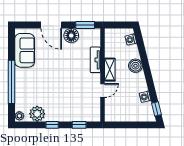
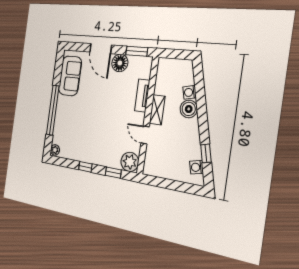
washing machine: (131, 40) -> (190, 92), moved
door: (102, 90) -> (145, 135), swing flipped
washing machine: (145, 97) -> (197, 167), moved
window: (157, 109) -> (206, 153), moved
plant: (37, 114) -> (130, 162), moved

